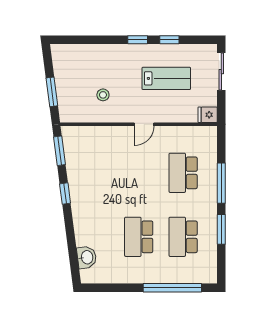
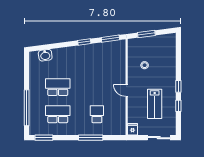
school desk: (183, 173) -> (97, 114), width x0.54
window: (221, 229) -> (44, 138), moved

